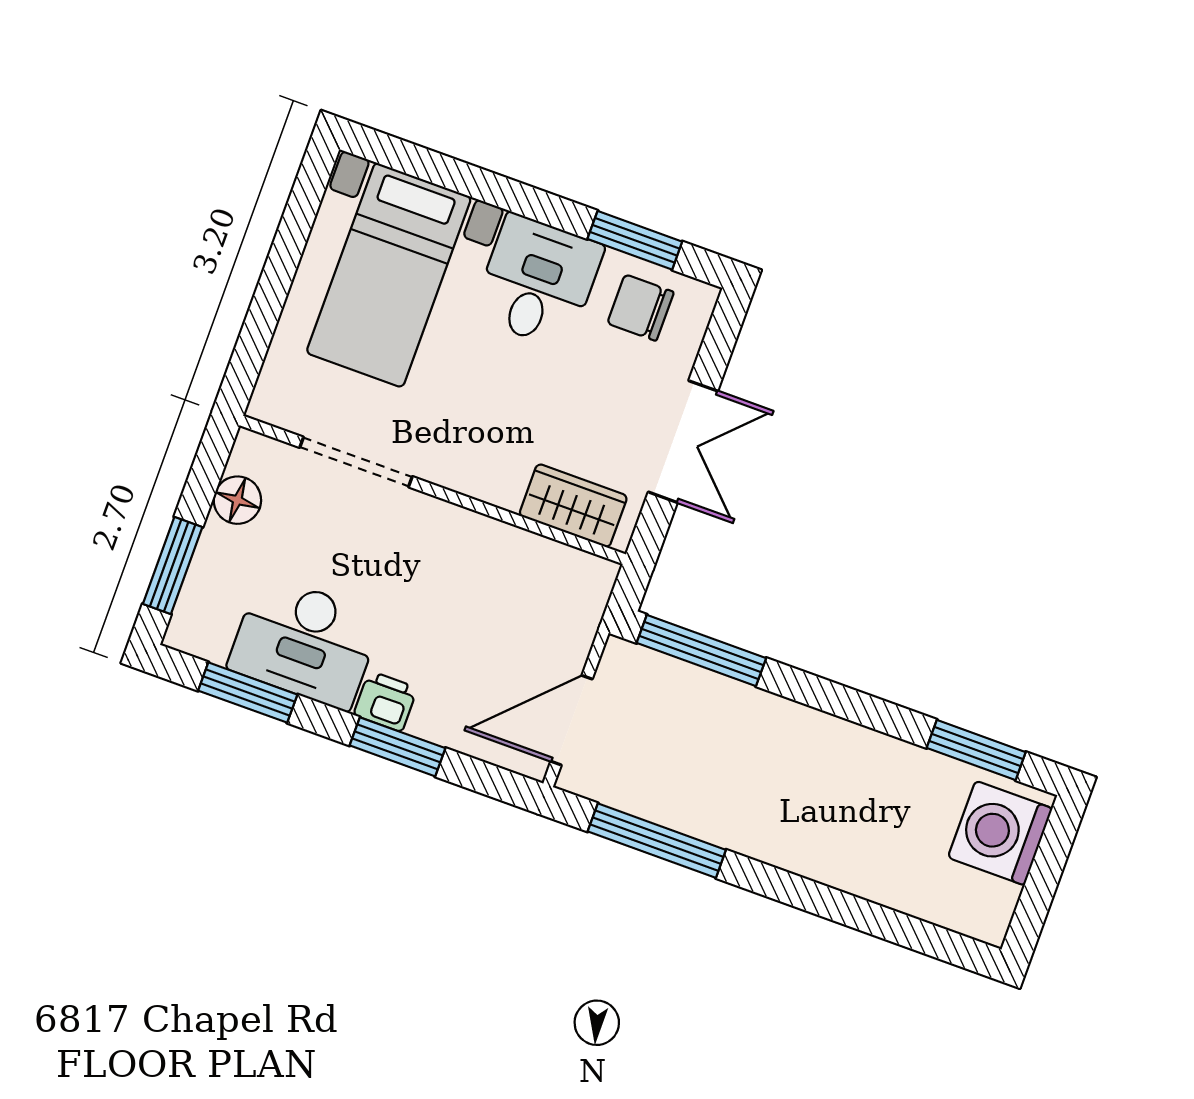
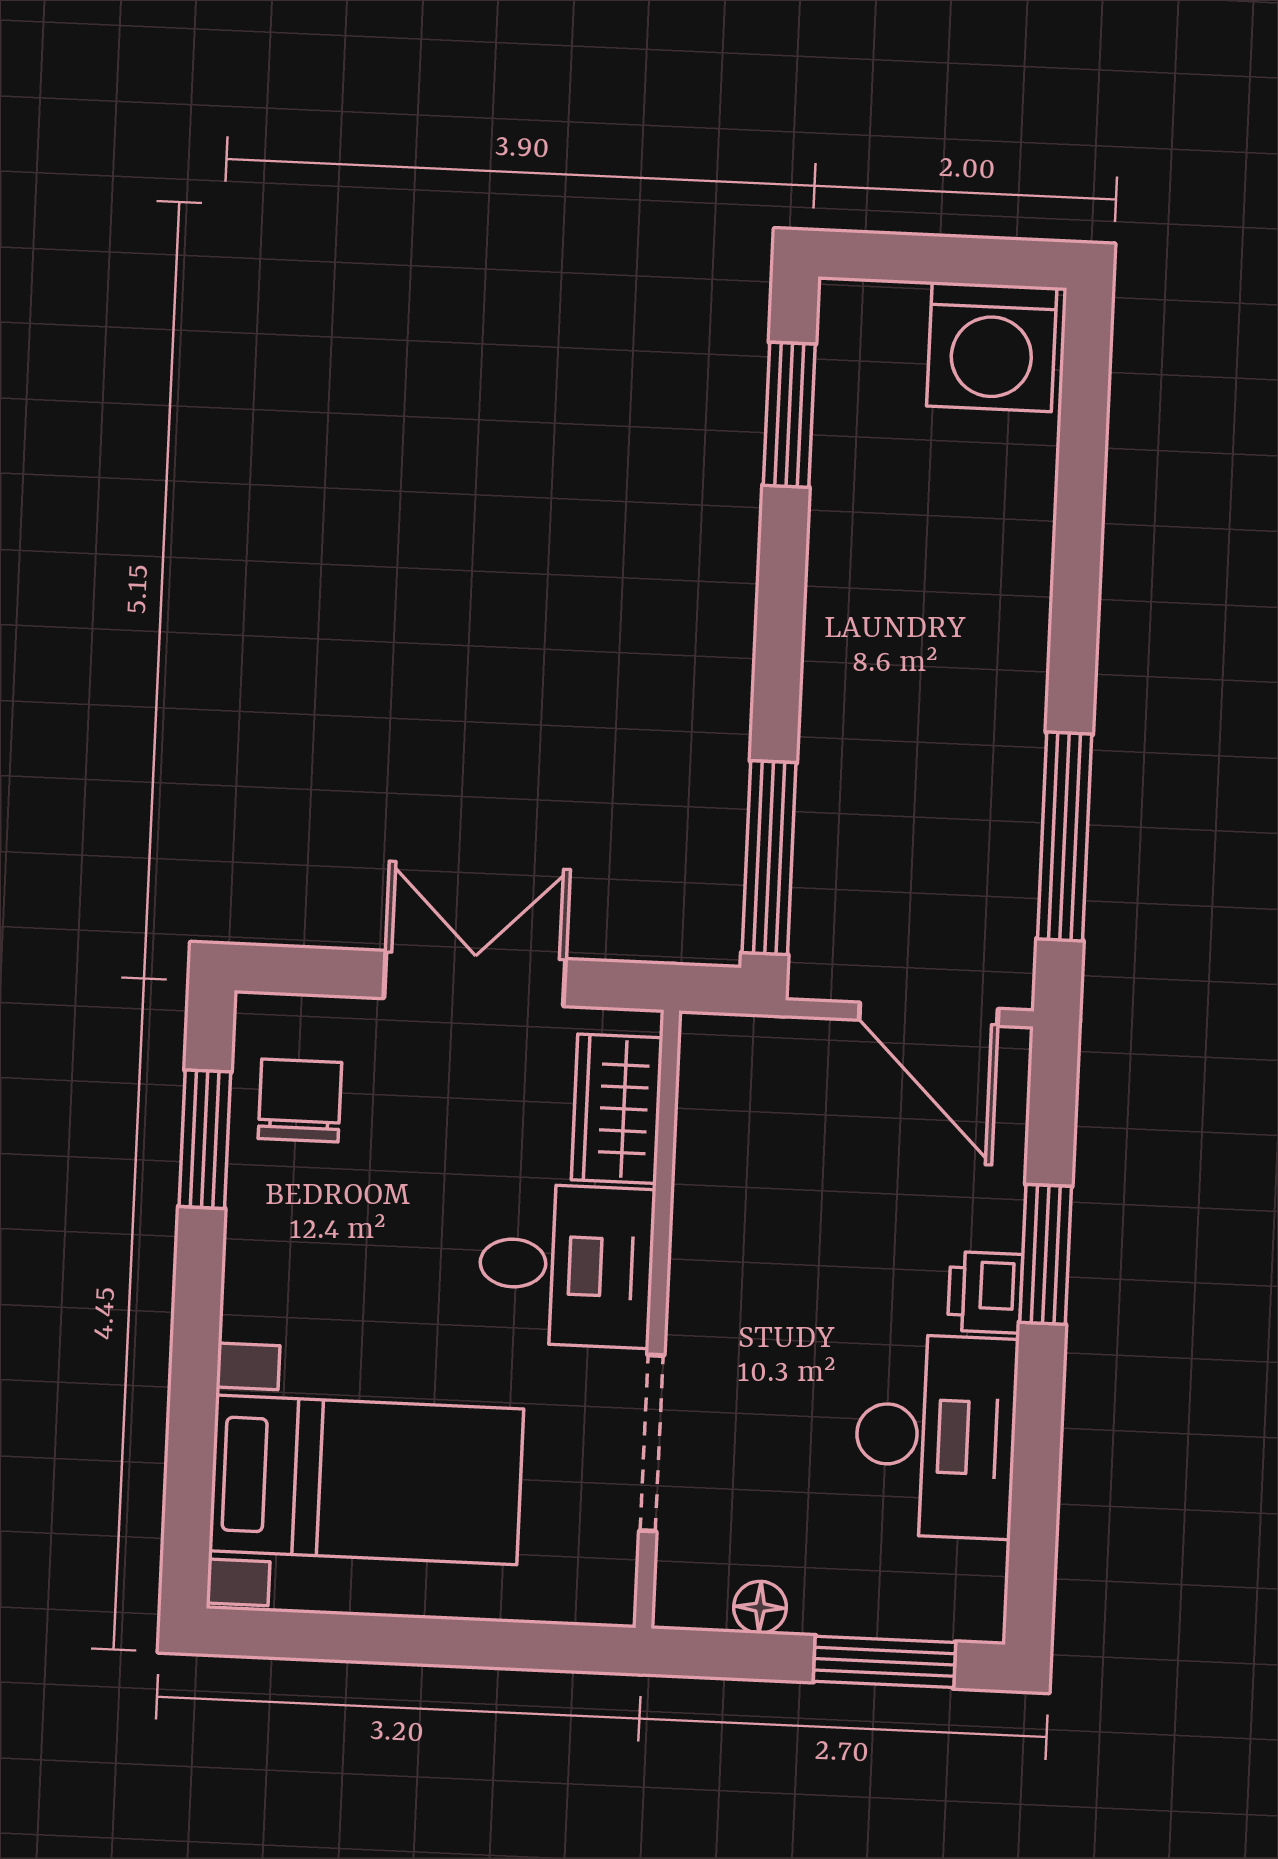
desk: (538, 281) -> (566, 1265), moved, turned 180
chair: (641, 308) -> (300, 1101), turned 180
floor lamp: (237, 500) -> (760, 1607), width x0.73, depth x0.73
window: (248, 693) -> (1035, 1496), removed
washing machine: (1000, 833) -> (992, 347), moved

